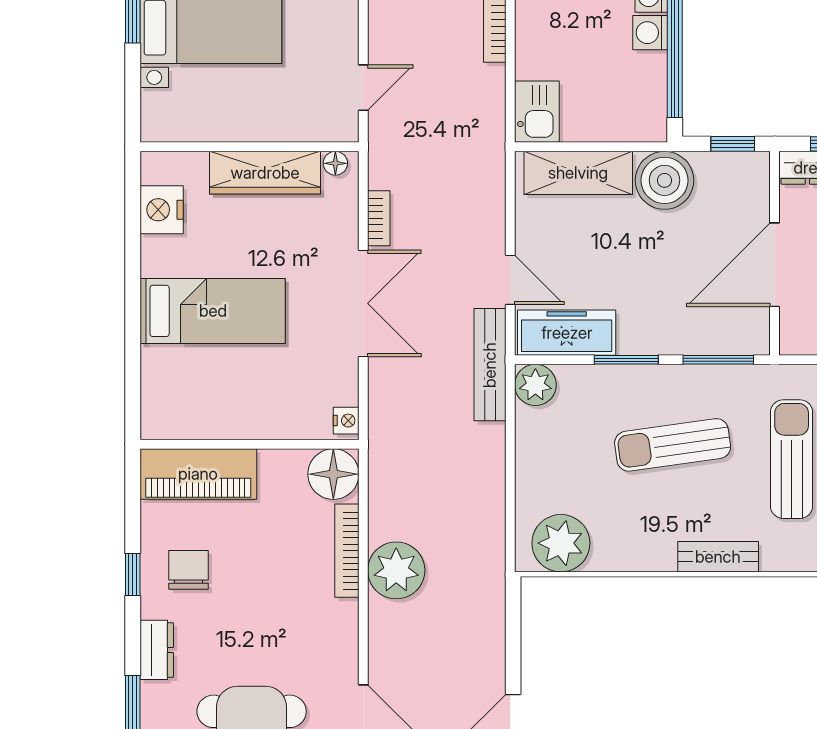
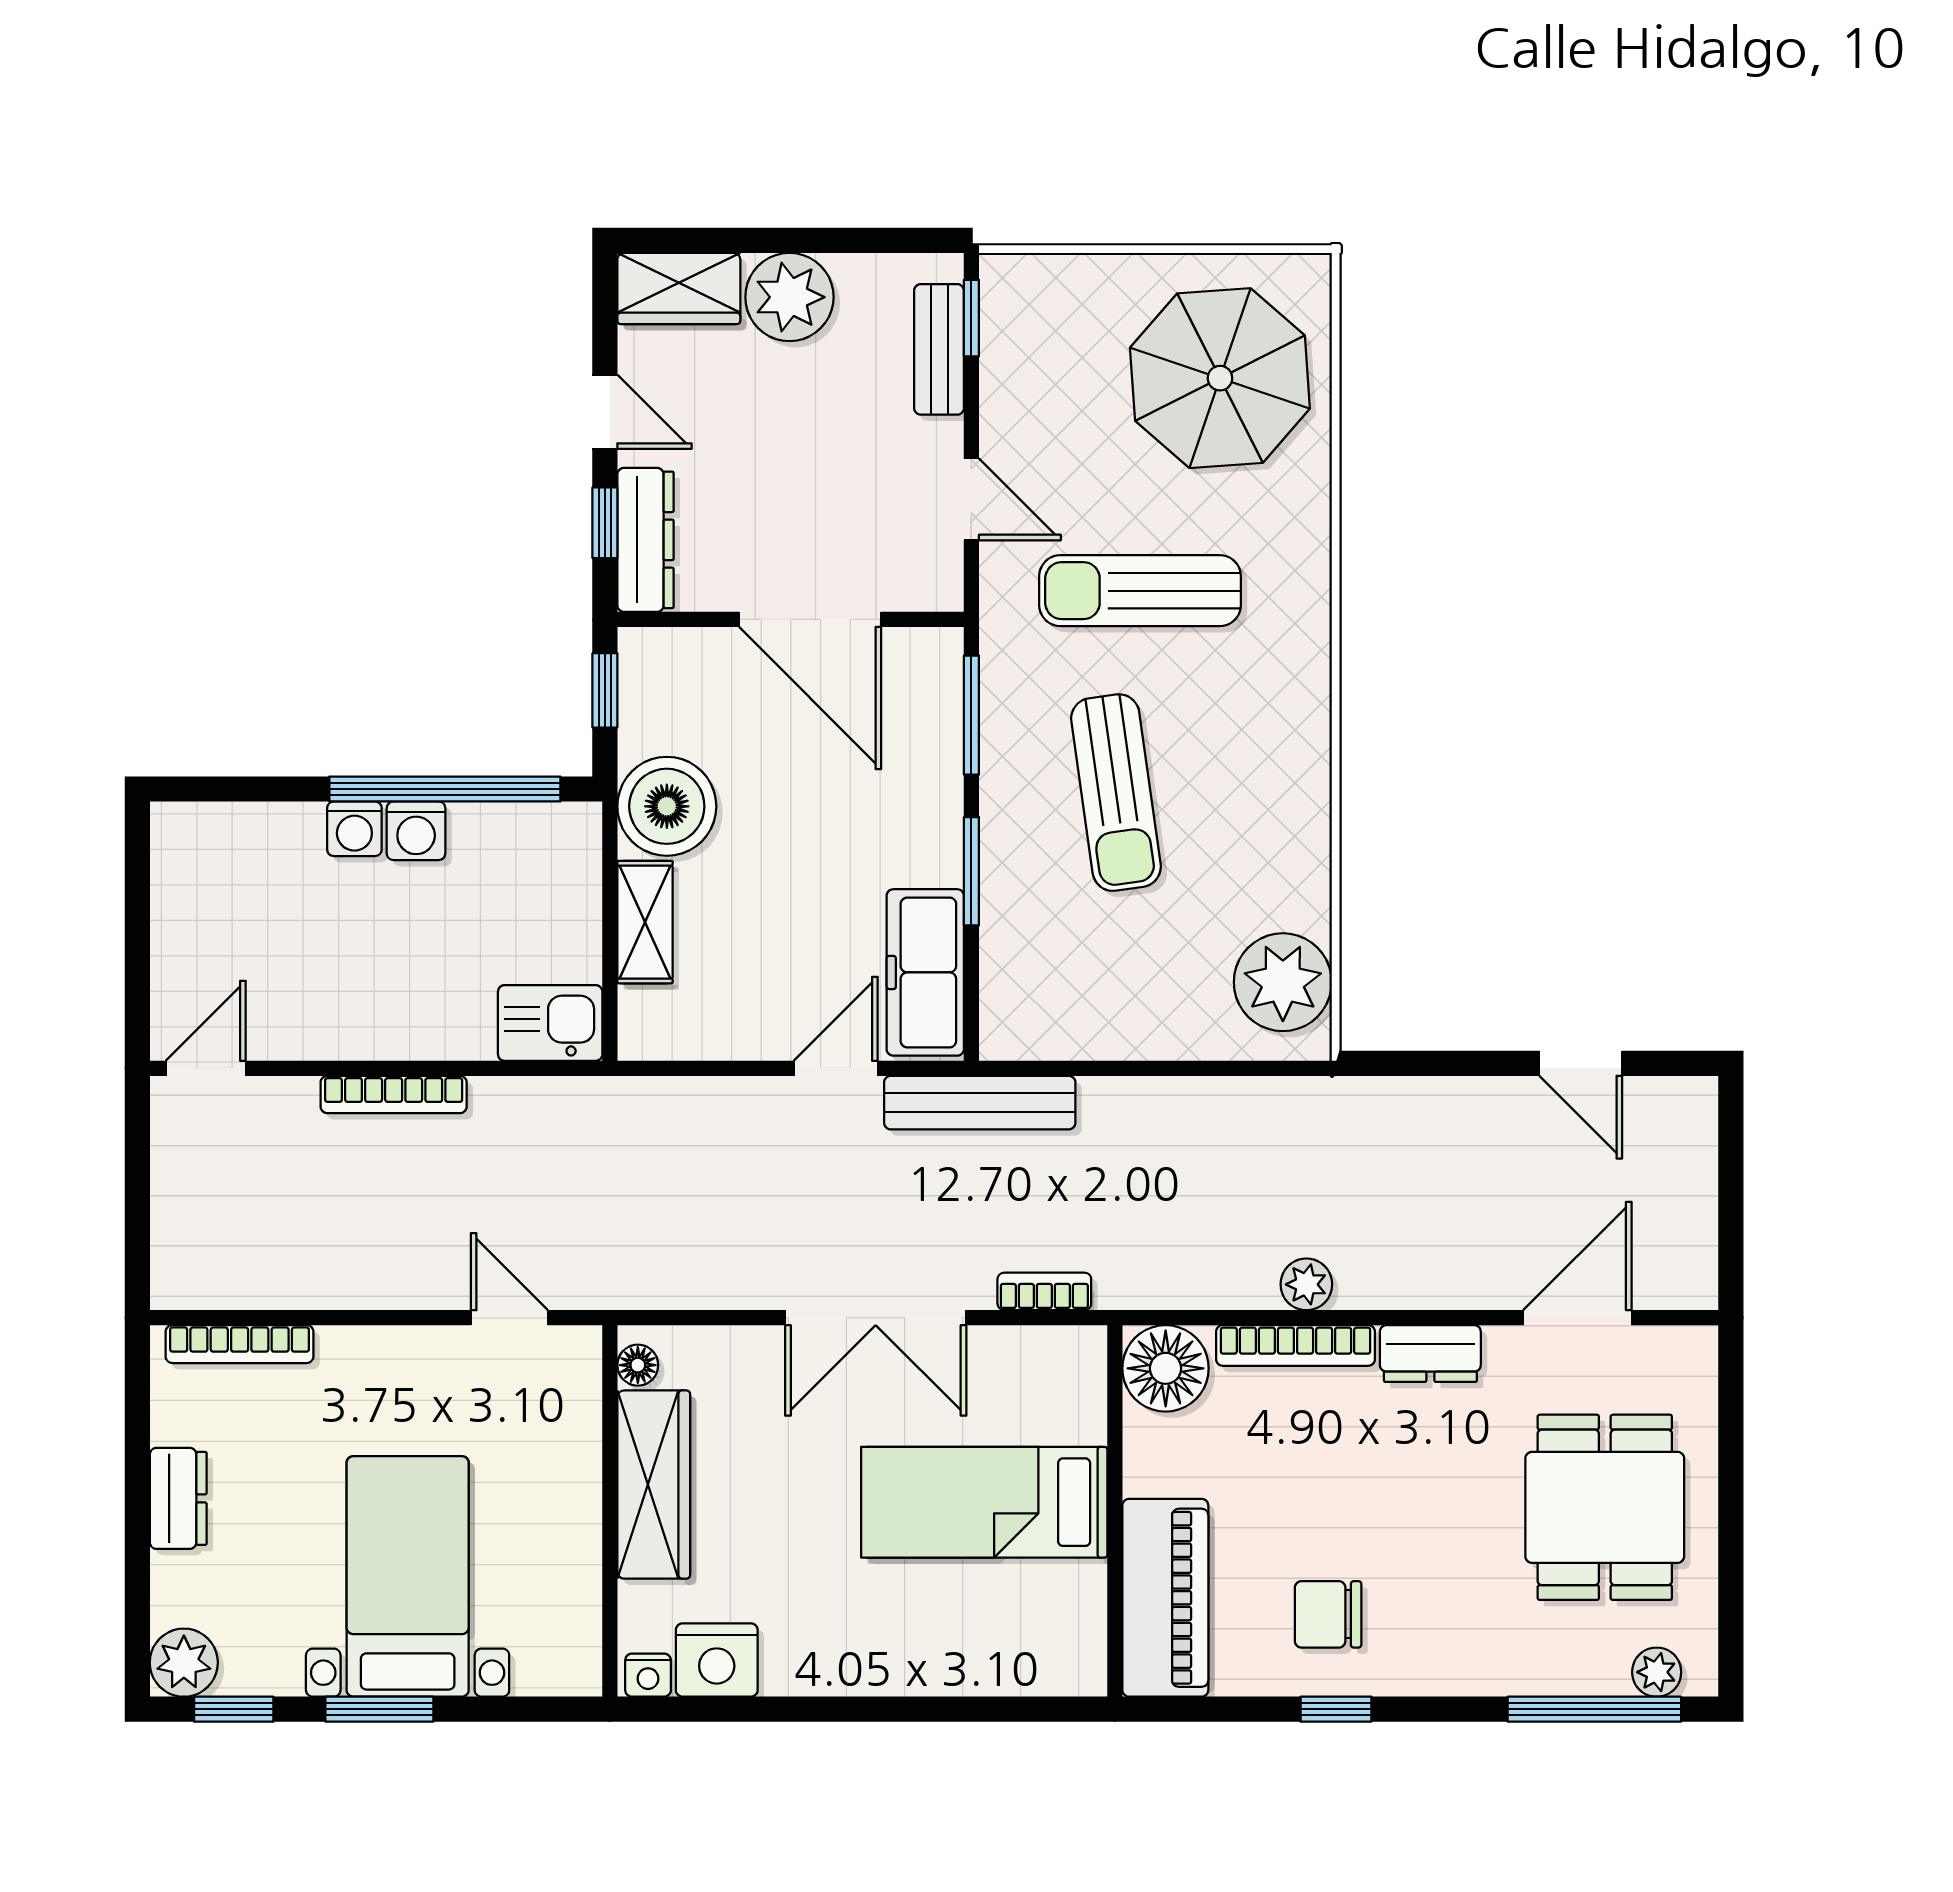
shelving: (578, 173) -> (645, 922), width x0.67, depth x0.75
bookcase: (379, 218) -> (1044, 1291), moved
double door: (363, 303) -> (876, 1318), swing flipped
bed: (213, 311) -> (984, 1502), moved, turned -90
plant: (535, 385) -> (1014, 1026), removed
nightstand: (346, 421) -> (648, 1675), moved, turned 180
bench: (718, 557) -> (1306, 715), removed
plant: (396, 570) -> (1306, 1284), width x0.53, depth x0.53
dresser: (157, 650) -> (1430, 1354), moved, turned 180

